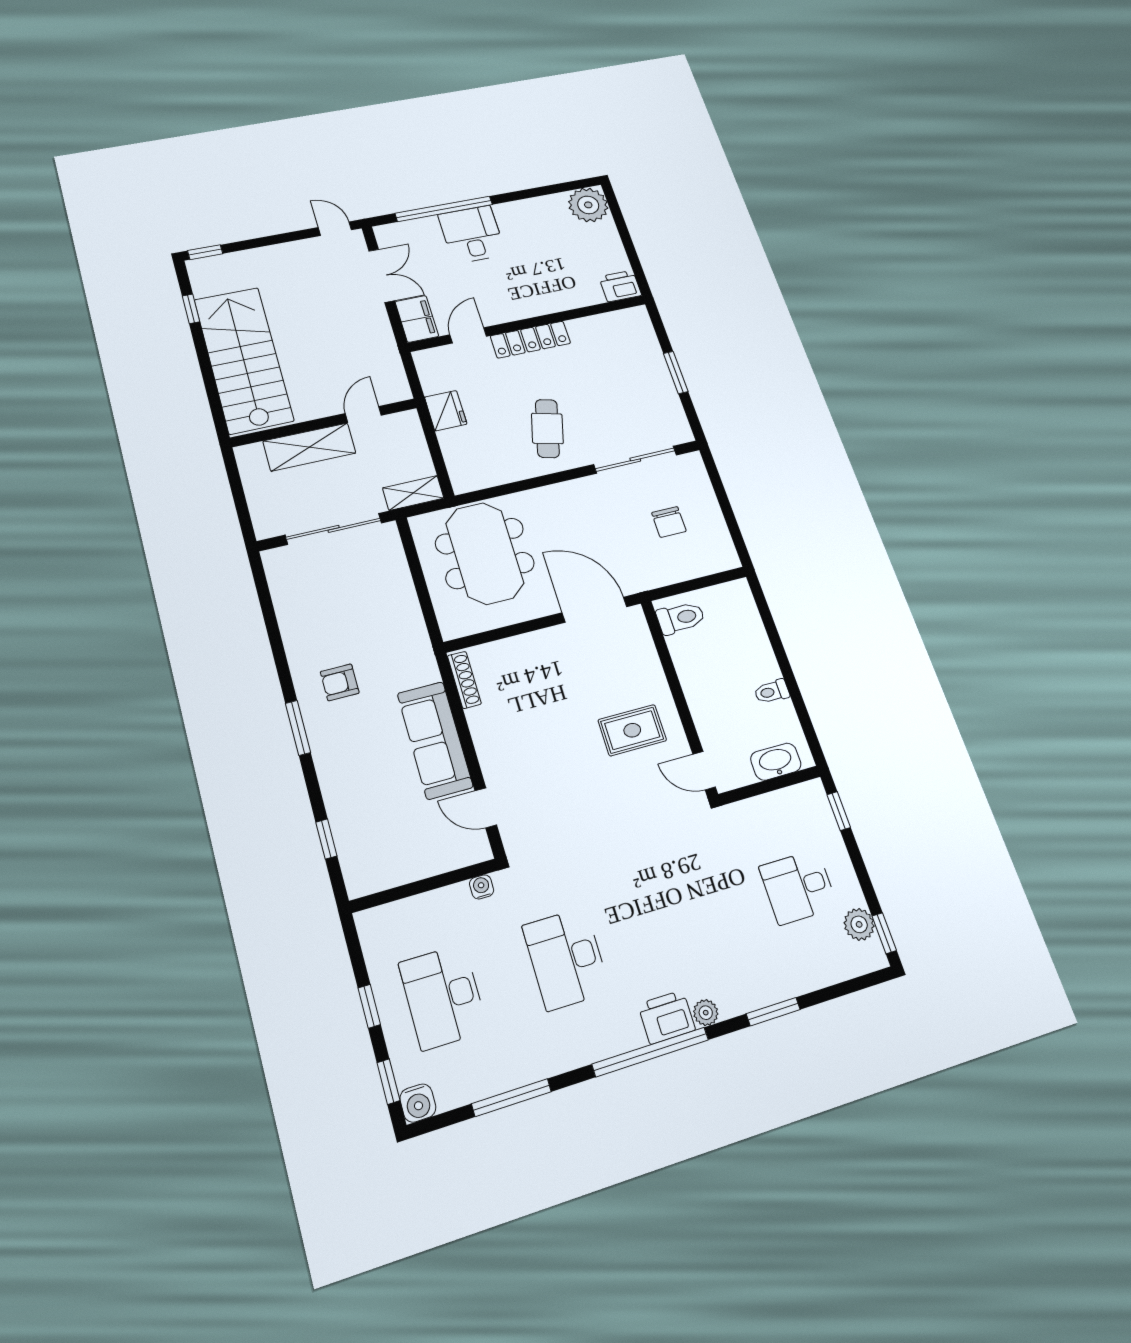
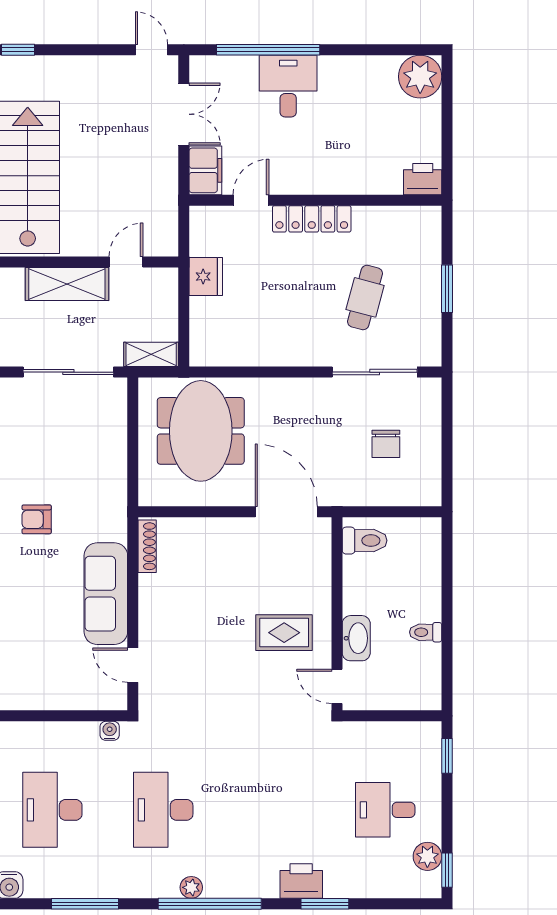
cafe table: (547, 428) -> (365, 297), moved
washbasin: (776, 762) -> (356, 638), moved, turned 90
plant: (706, 1013) -> (191, 887), moved
printer: (667, 1017) -> (301, 881), moved

